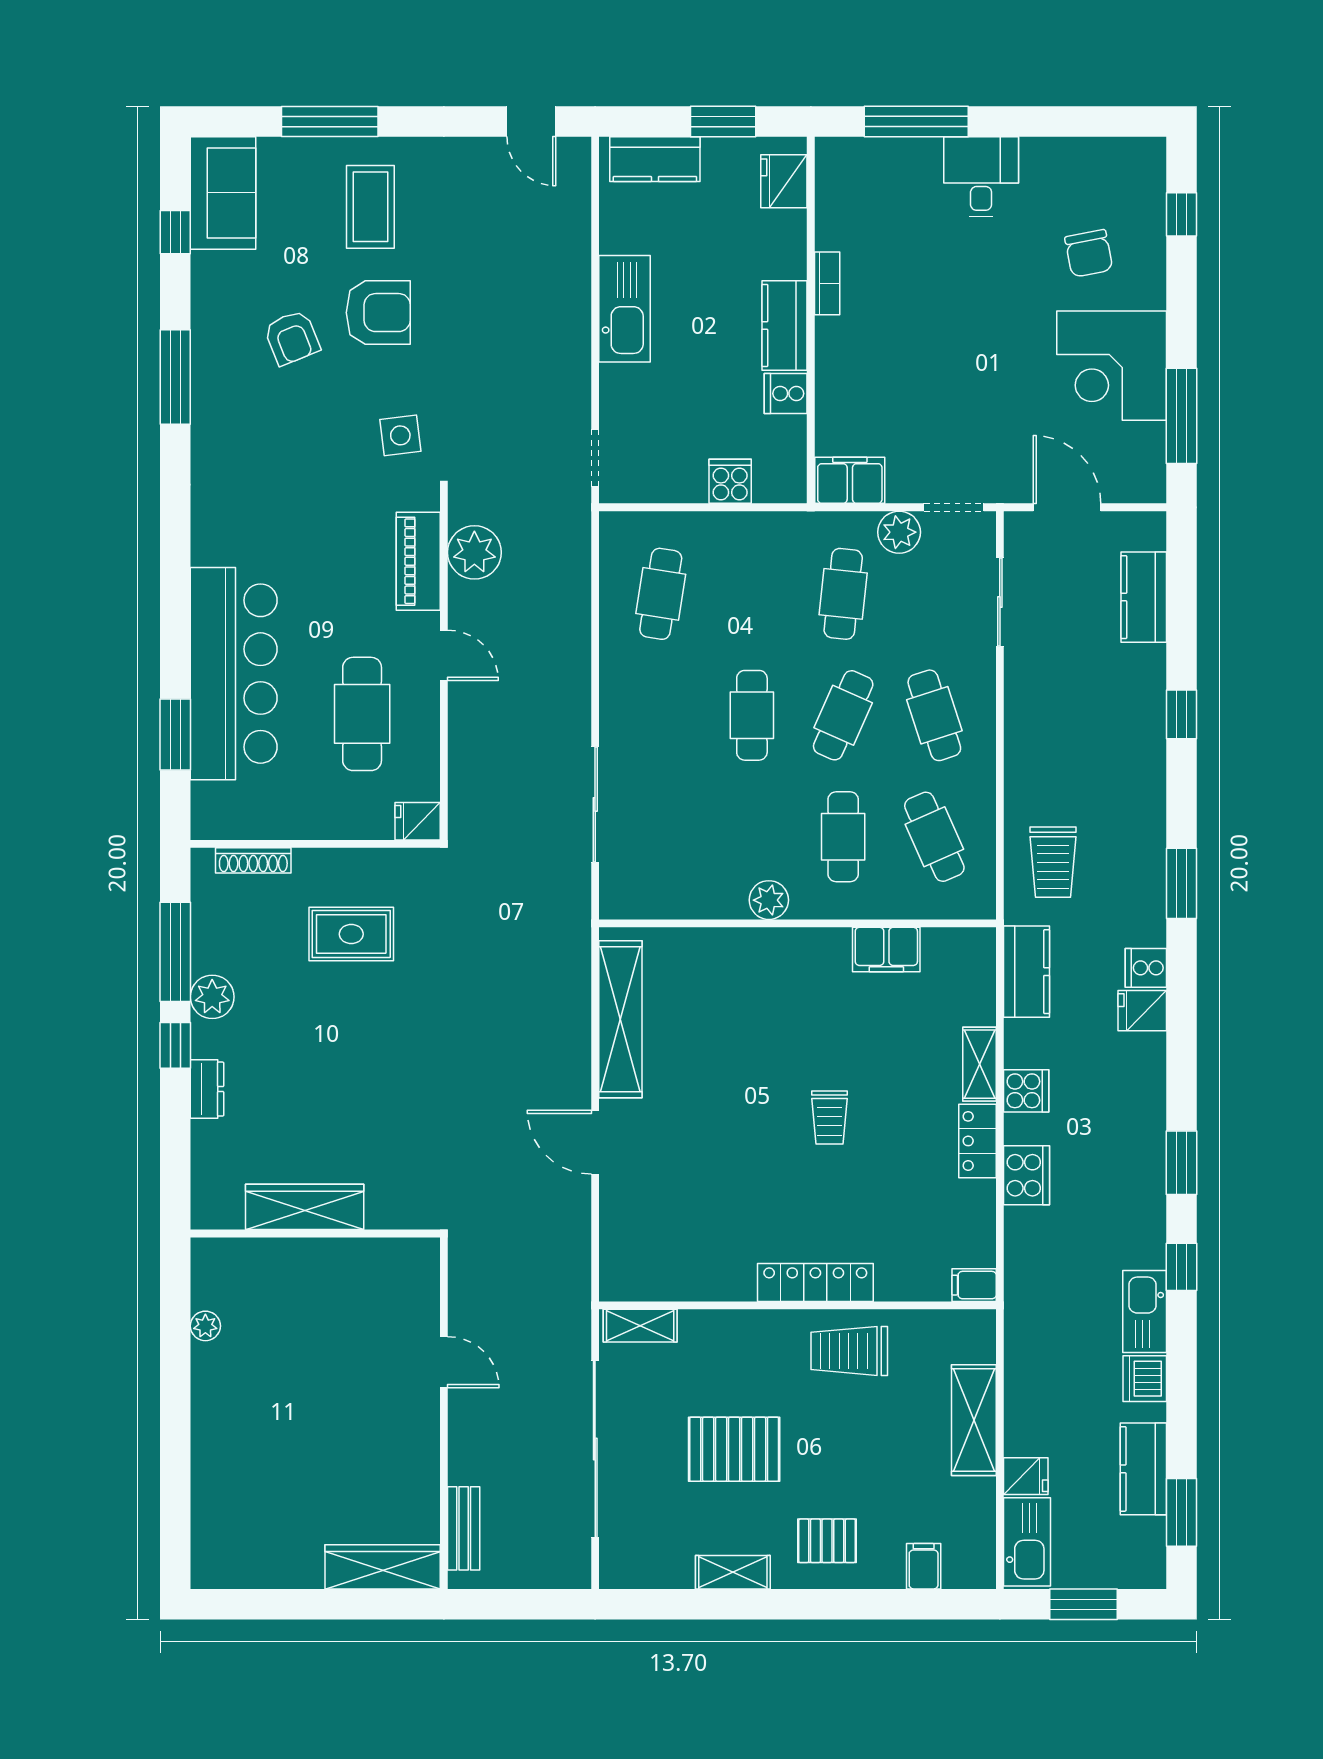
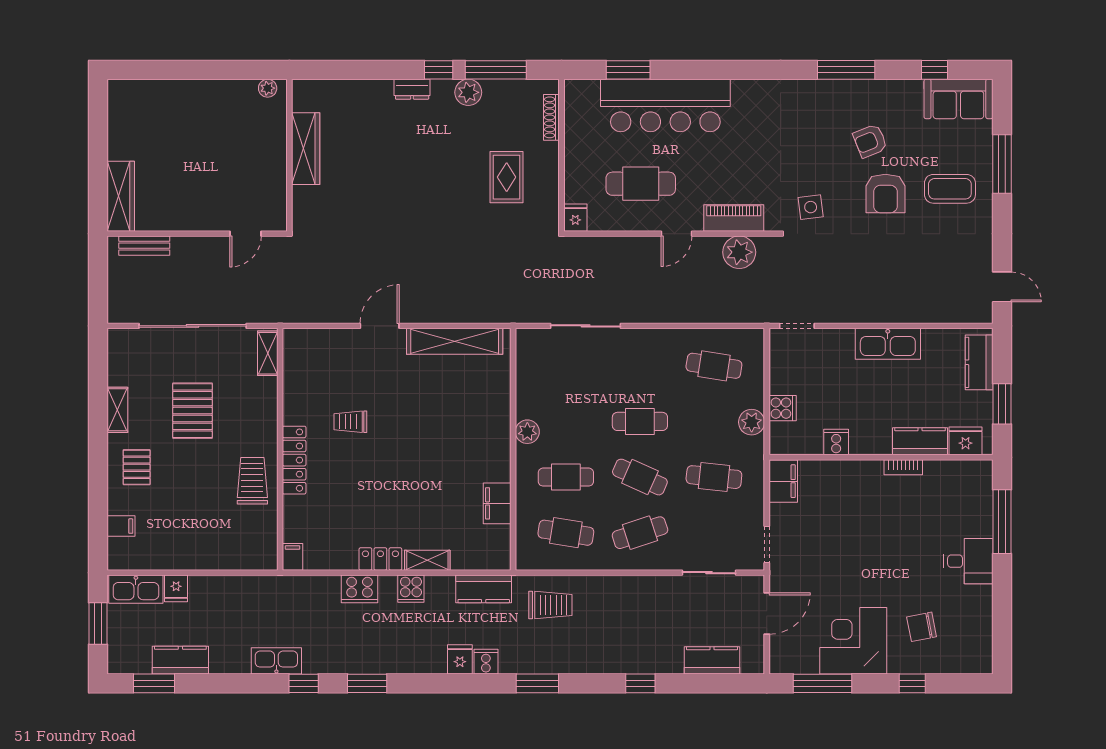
door: (531, 121) -> (1002, 287), swing flipped
window: (1181, 214) -> (912, 683), moved
kitchen counter: (785, 325) -> (920, 441), moved
plant: (899, 532) -> (752, 422), moved
cafe table: (934, 837) -> (566, 533), turned 33
trolley: (1053, 862) -> (550, 605), turned 180
trolley: (829, 1118) -> (350, 422), moved
wardrobe: (305, 1207) -> (306, 149), moved
wall: (315, 1233) -> (289, 155), moved
dishwasher: (1145, 1379) -> (235, 661), removed
shelving: (974, 1420) -> (210, 557), removed

